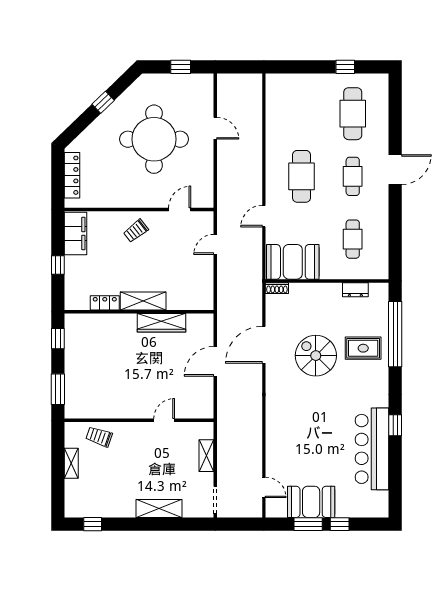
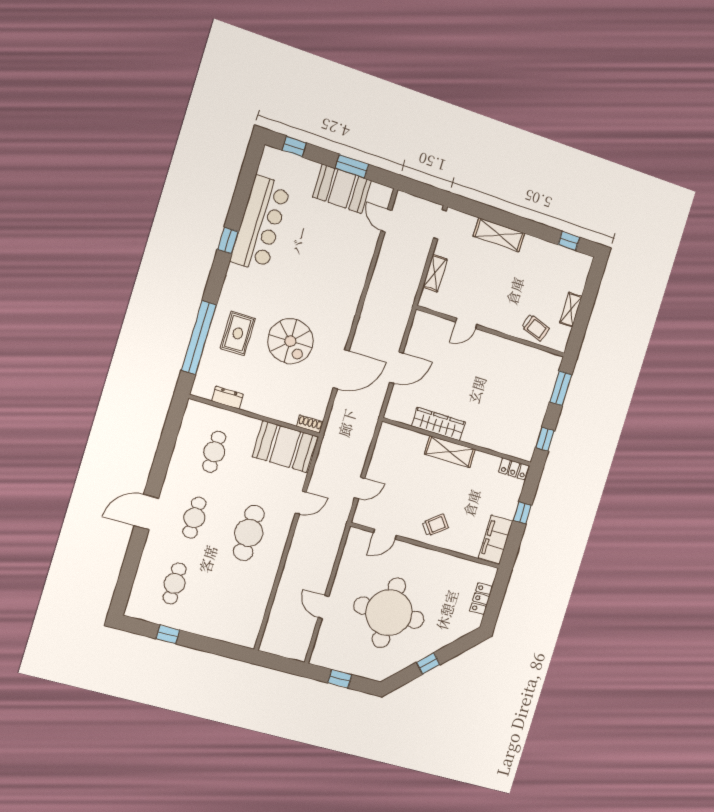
cafe table: (353, 114) -> (175, 583), width x0.73, depth x0.74
locker: (72, 175) -> (481, 599), width x0.66
locker: (105, 303) -> (514, 469), moved
rug: (363, 348) -> (238, 333), turned 90
window: (340, 524) -> (294, 147), moved

